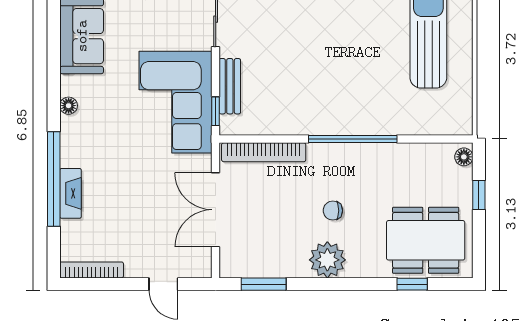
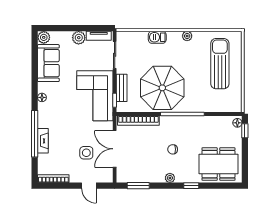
parasol: (312, 86) -> (162, 88), added
window: (479, 195) -> (245, 131), moved
side table: (158, 217) -> (86, 153), added
plant: (327, 260) -> (170, 178), width x0.53, depth x0.53
window: (412, 284) -> (191, 186), moved

